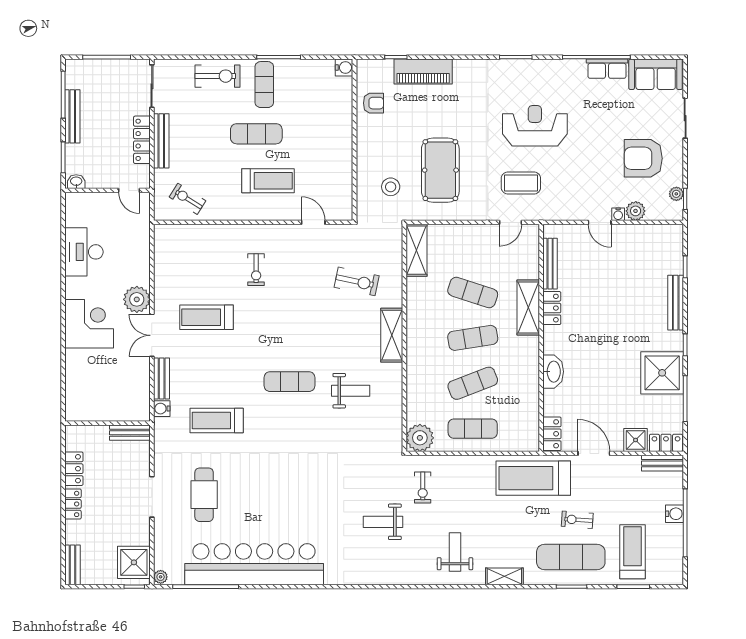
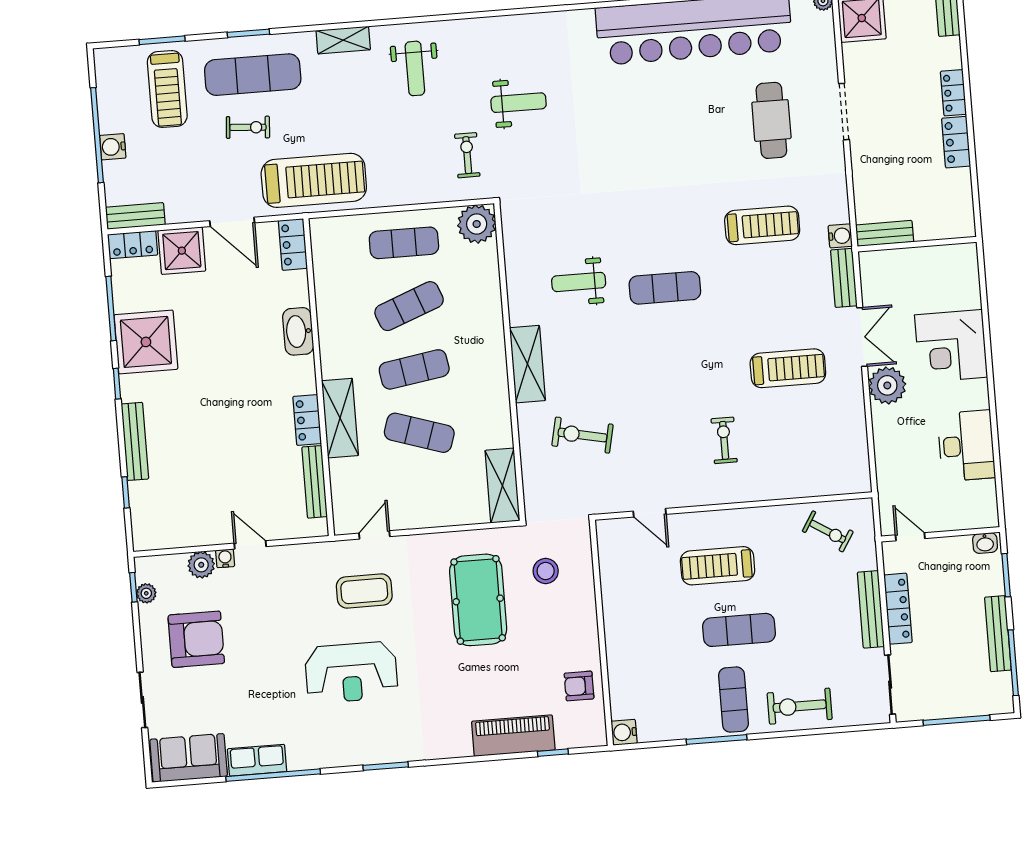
wall: (107, 423) -> (917, 244), moved
bench: (130, 433) -> (885, 233), moved
shower: (636, 440) -> (182, 251), width x1.36, depth x1.36

